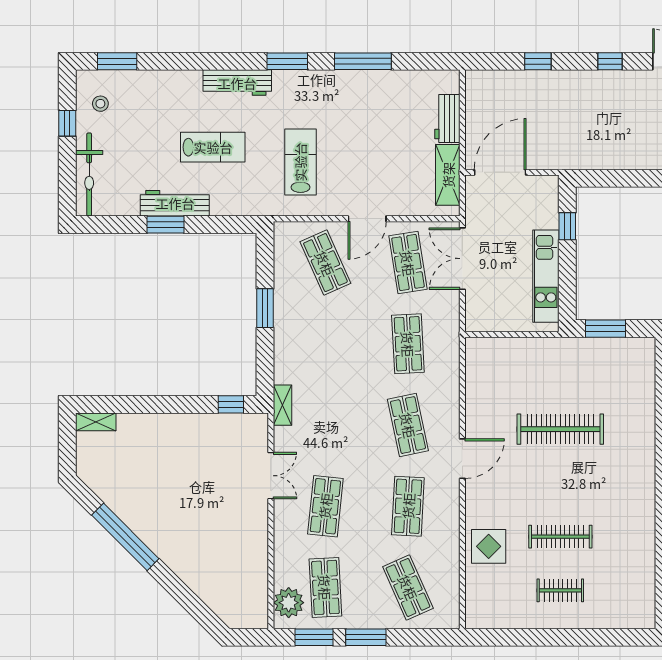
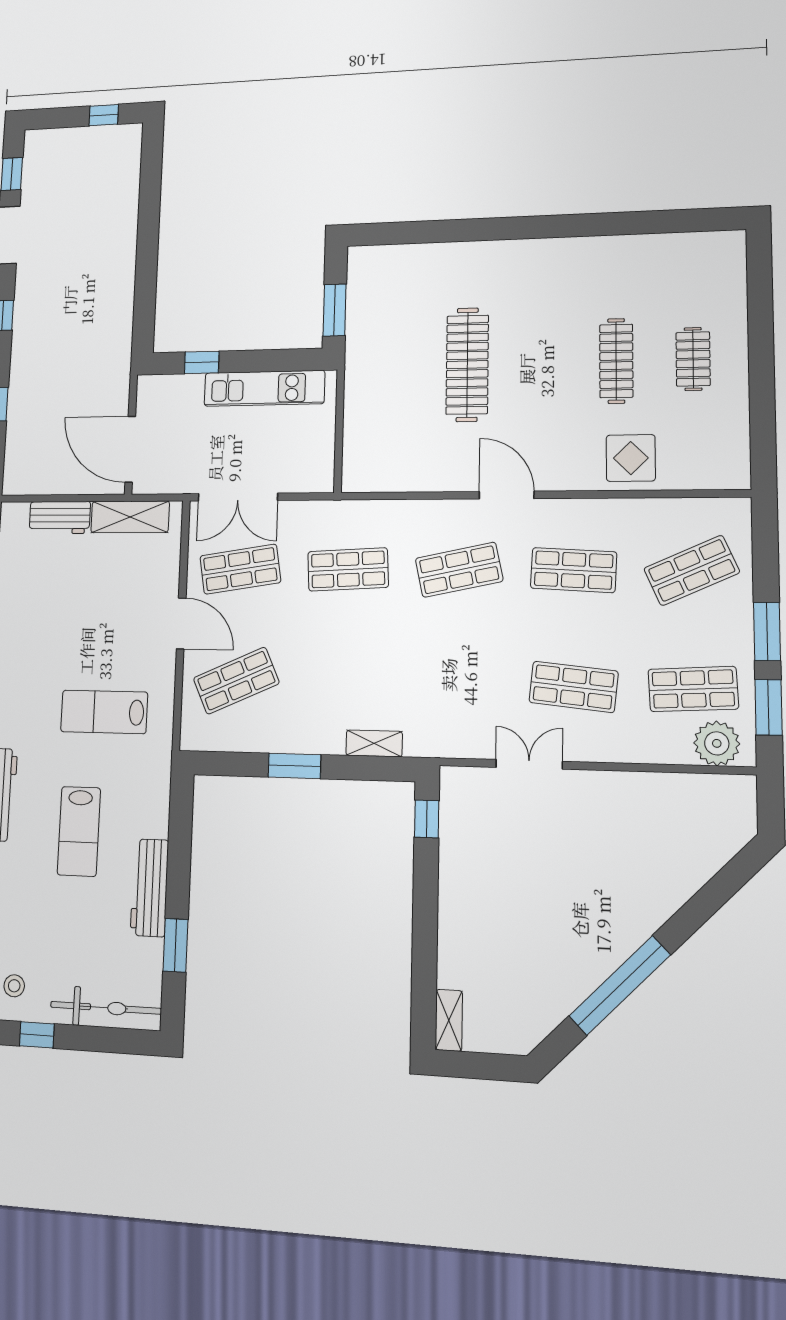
lab bench: (213, 147) -> (79, 831), turned 180
window: (165, 225) -> (175, 945), moved
shelving: (283, 405) -> (374, 743), moved

